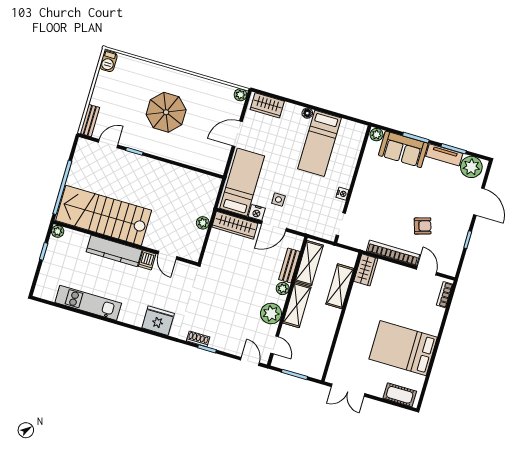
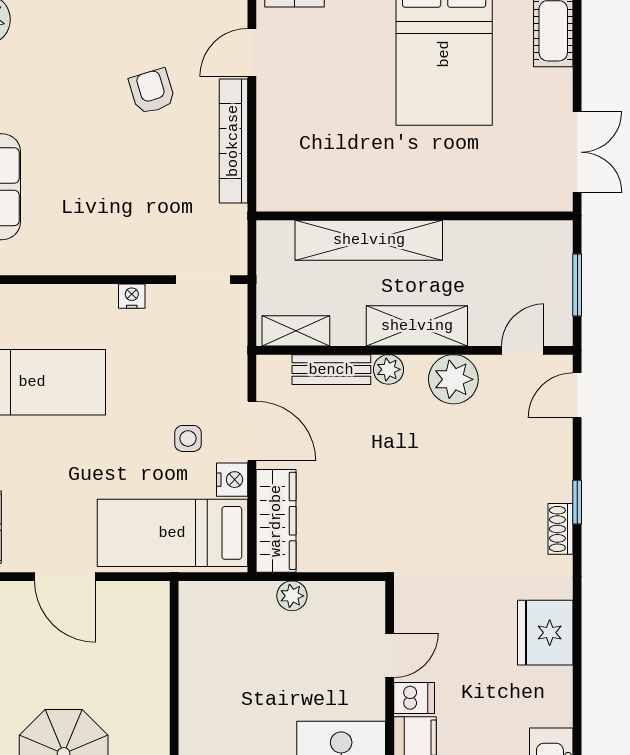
shelving: (309, 263) -> (296, 331), width x0.67, depth x0.75
wardrobe: (366, 270) -> (290, 192), removed
shelving: (340, 286) -> (369, 240), width x1.47

